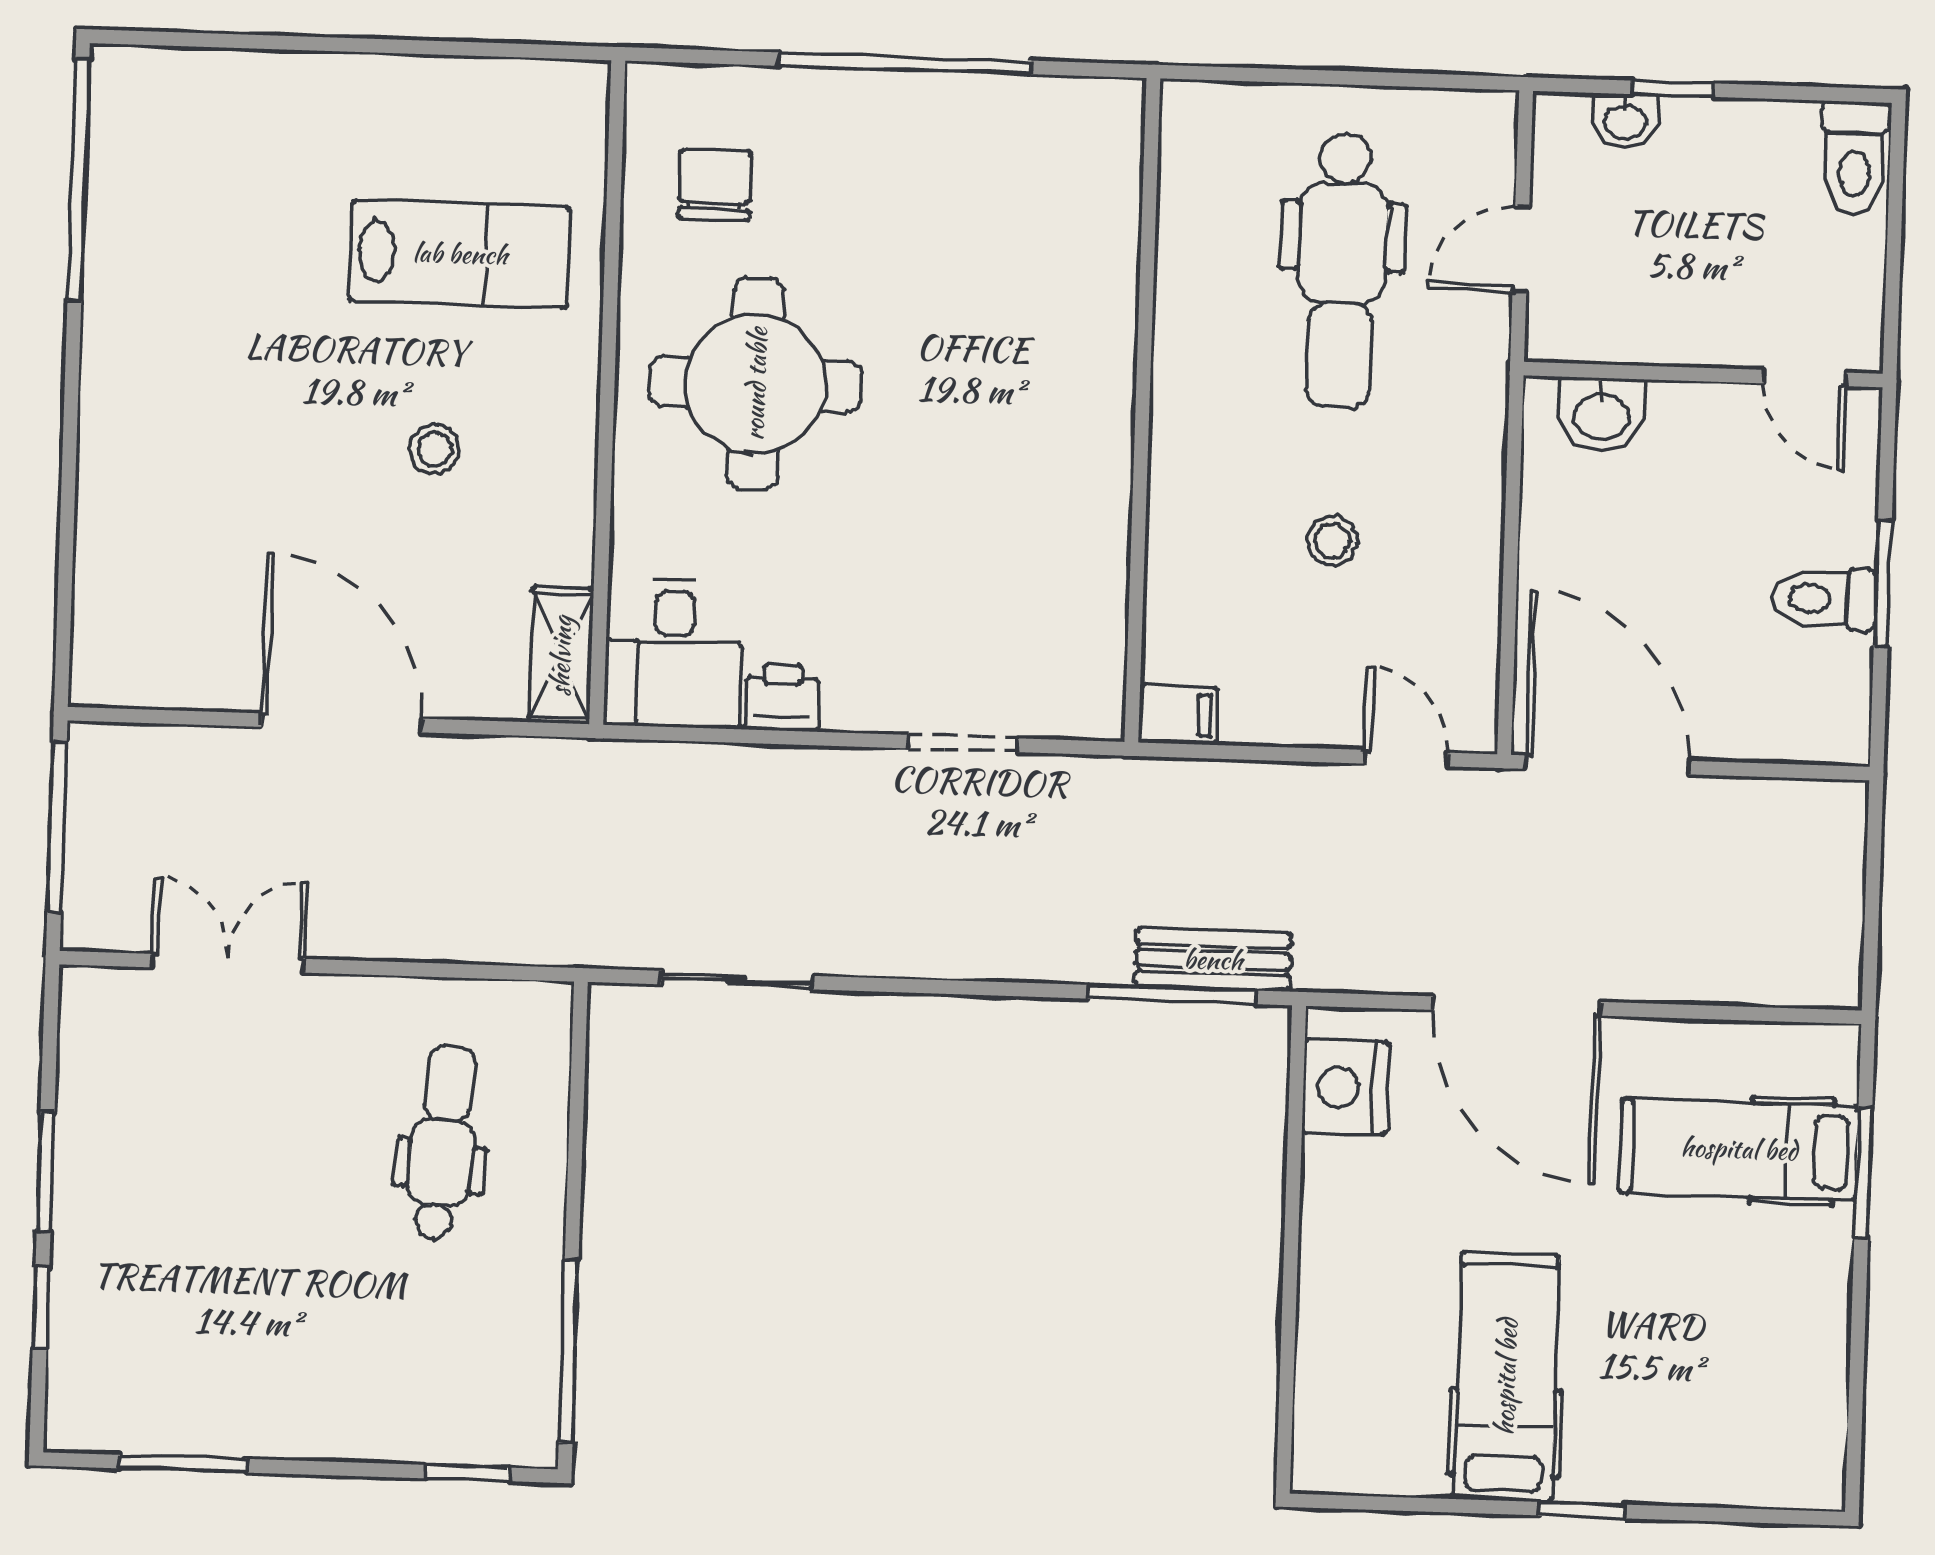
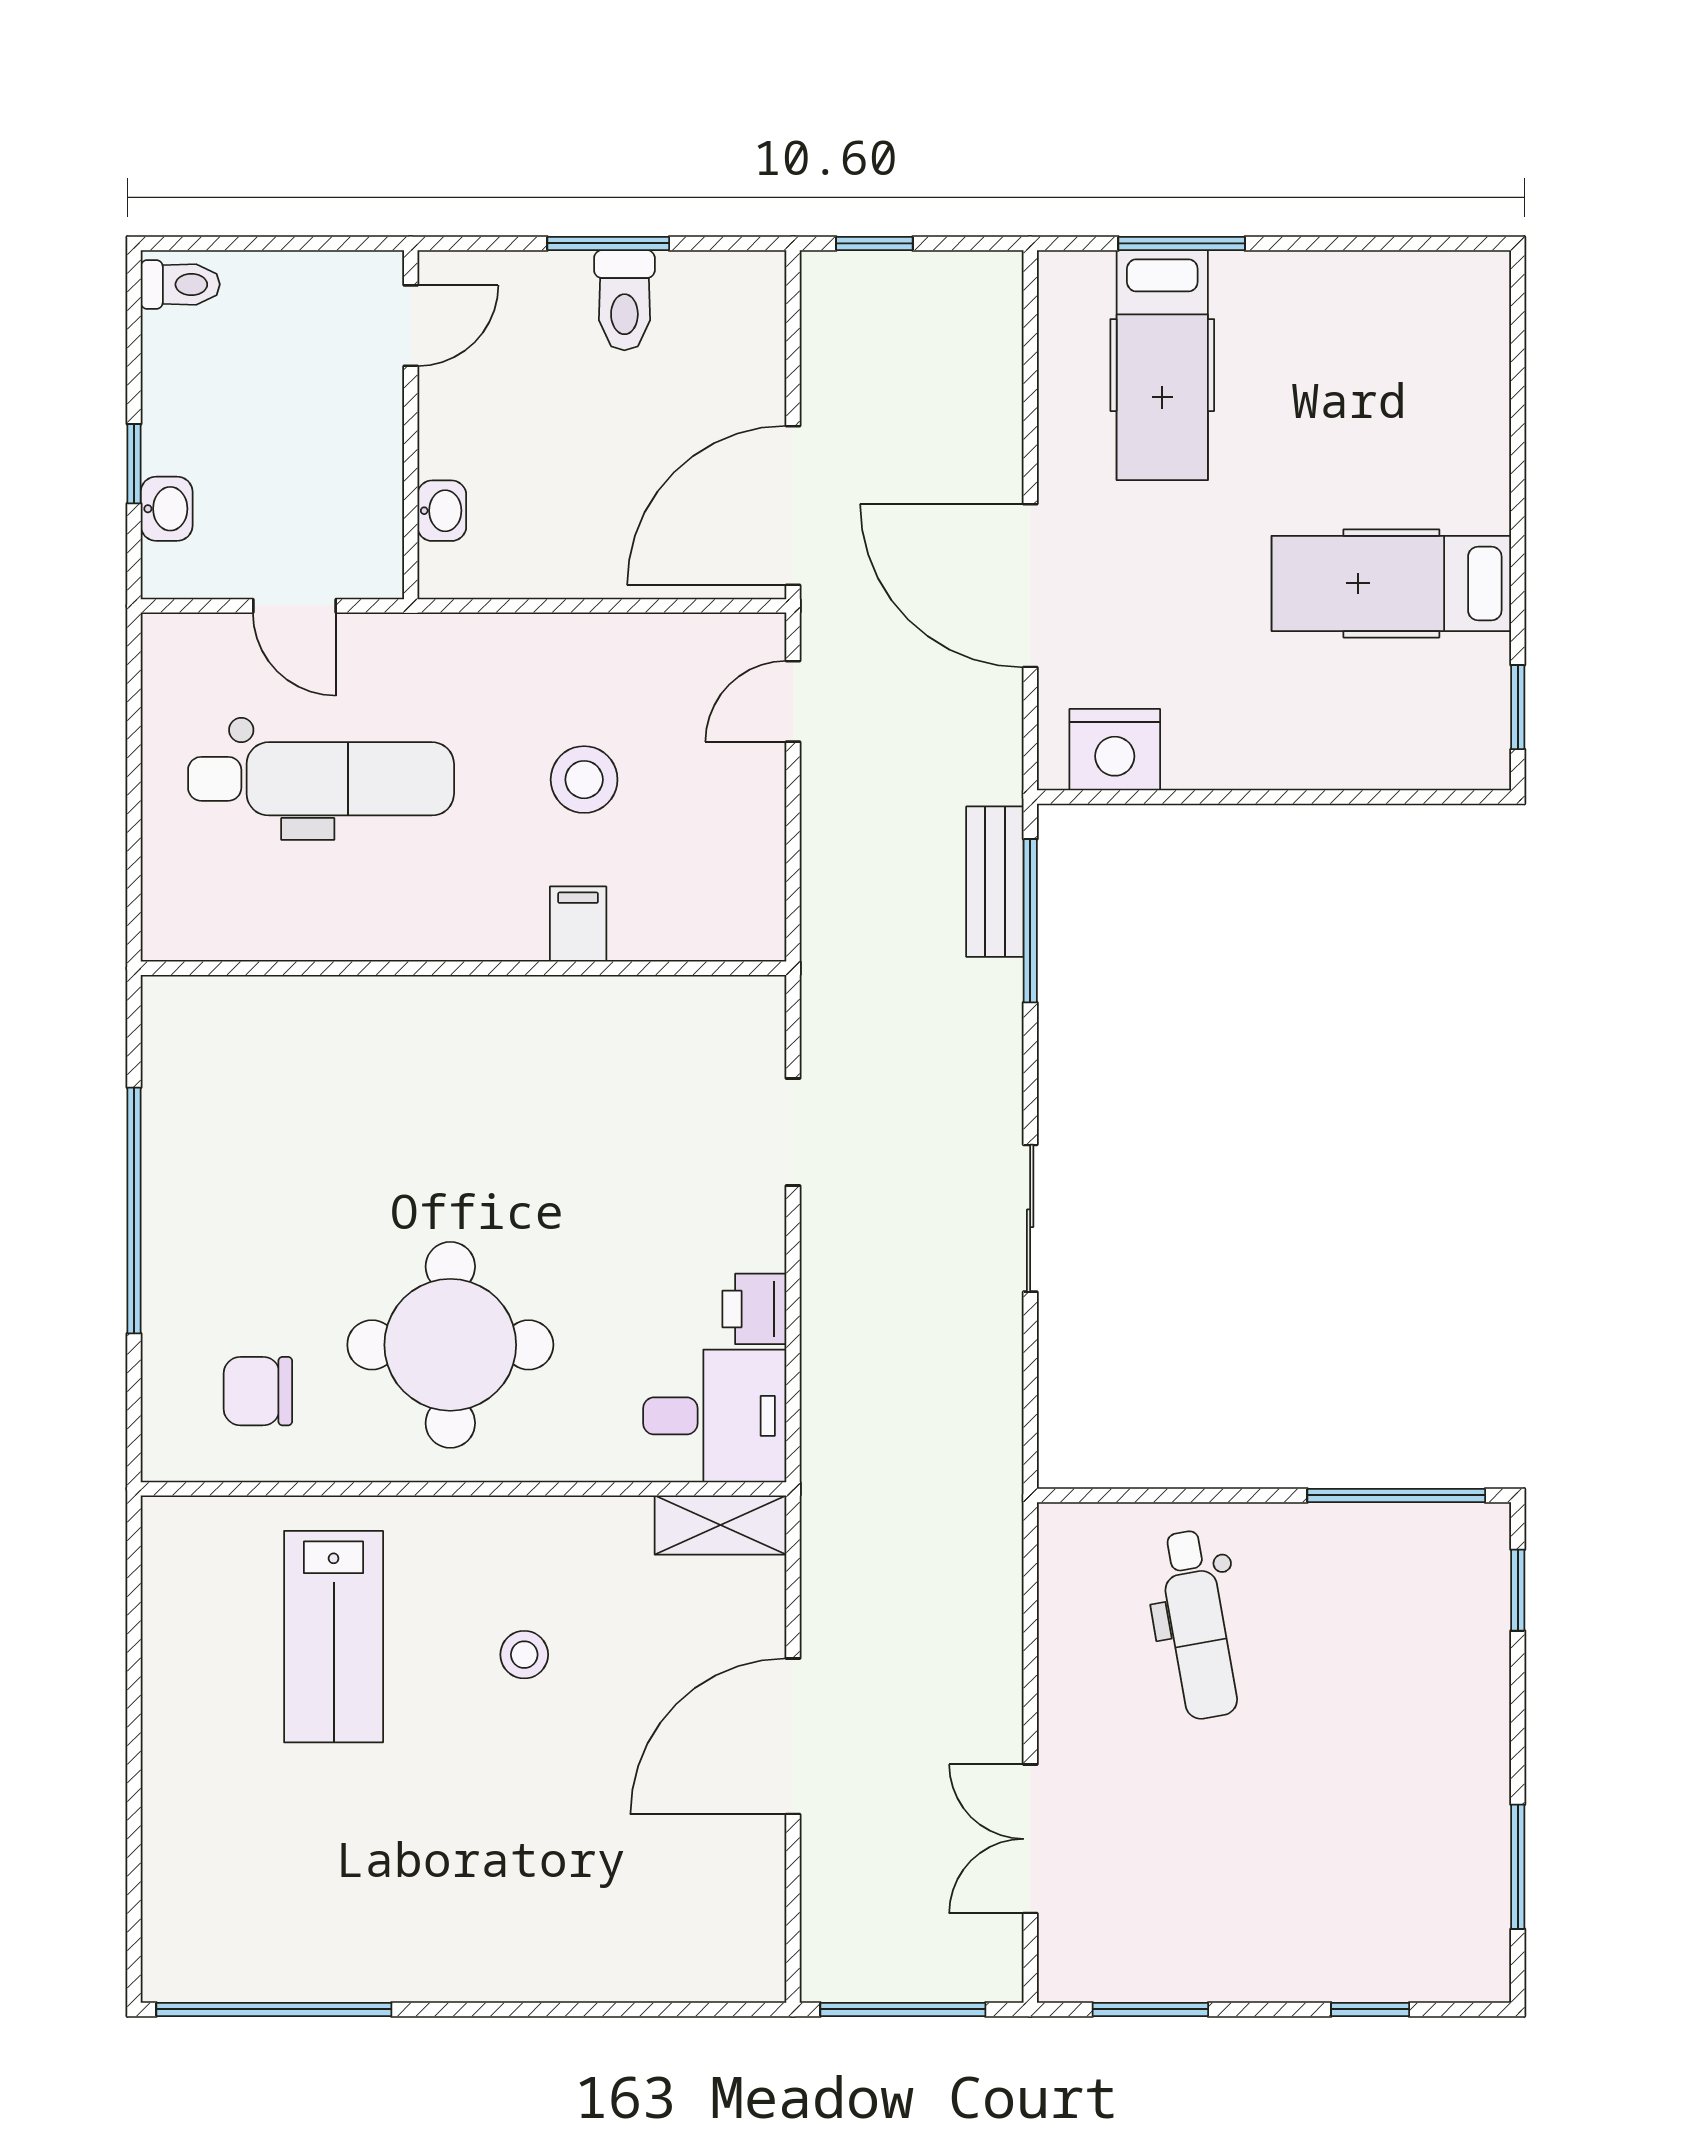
toilet: (1855, 158) -> (180, 284), width x0.73, depth x0.72
lab bench: (460, 254) -> (334, 1637), turned 180
washbasin: (1601, 414) -> (442, 511), width x0.72, depth x0.69
stool: (1332, 541) -> (584, 780), width x1.37, depth x1.37
filing cabinet: (1178, 715) -> (578, 924), moved
window: (1874, 857) -> (874, 243), added
sliding door: (737, 980) -> (1030, 1218), moved
door: (1517, 1006) -> (1030, 586), swing flipped
dental chair: (443, 1143) -> (1198, 1625), turned -105
window: (46, 1171) -> (1150, 2009), moved
window: (1582, 1510) -> (1518, 707), moved

